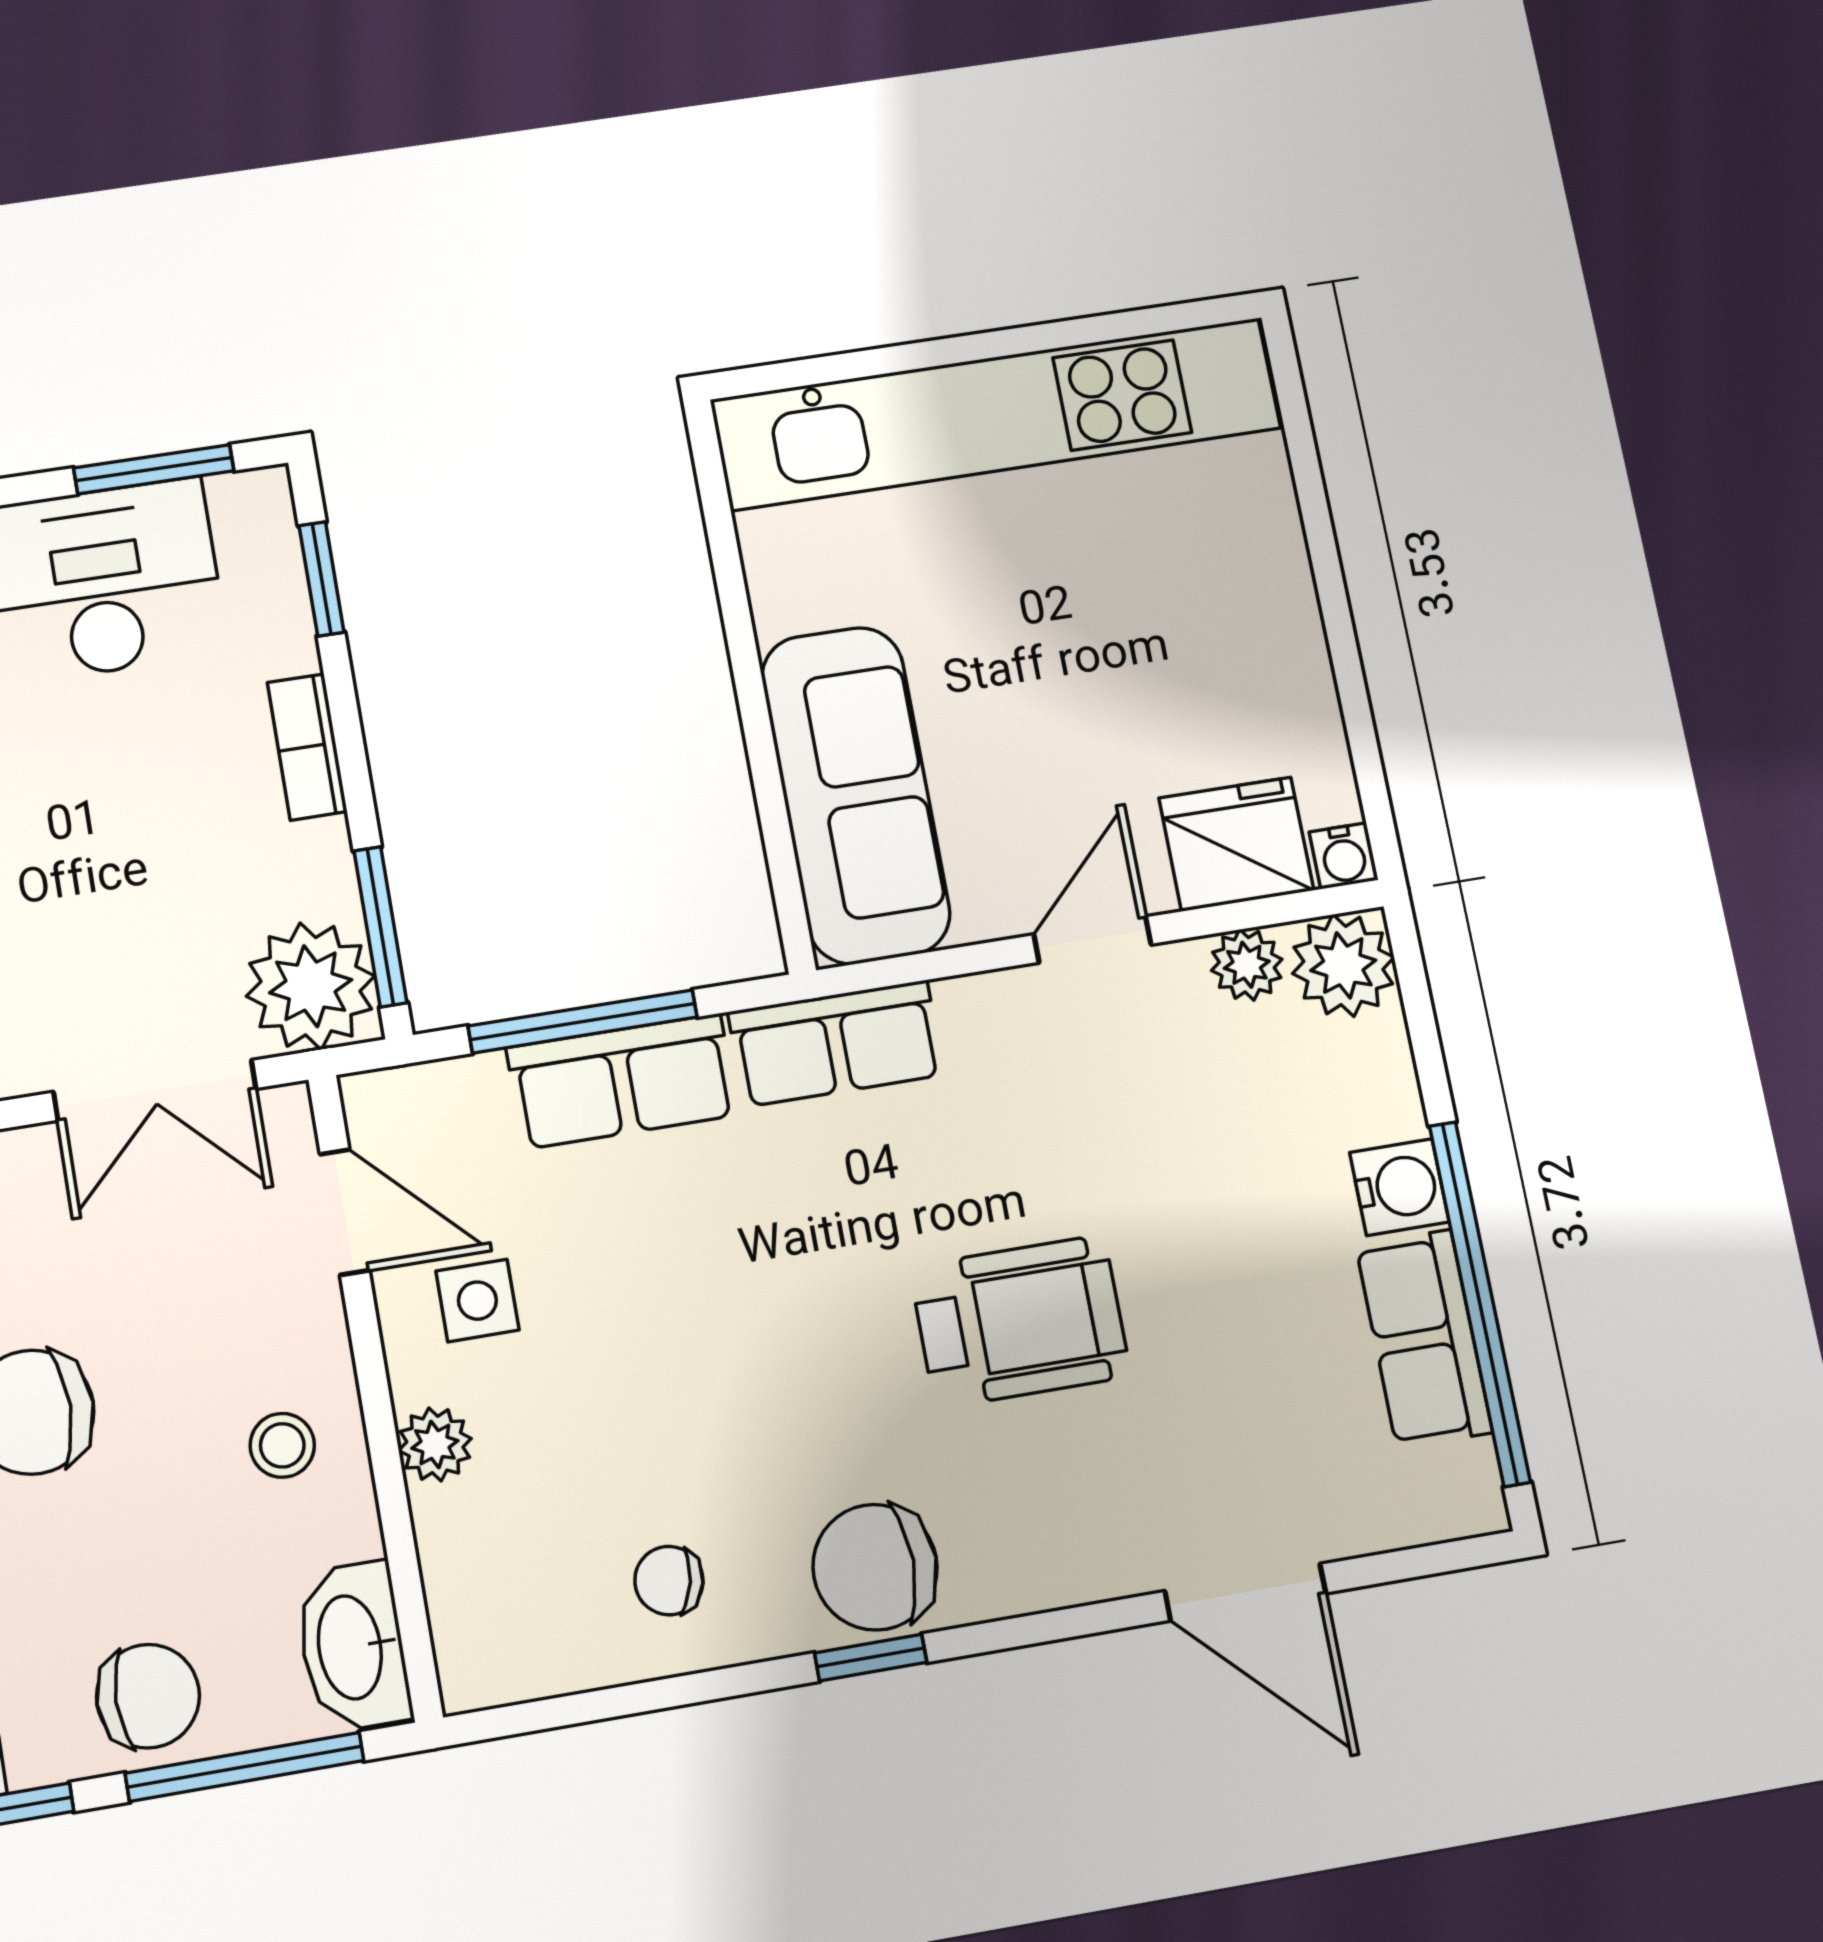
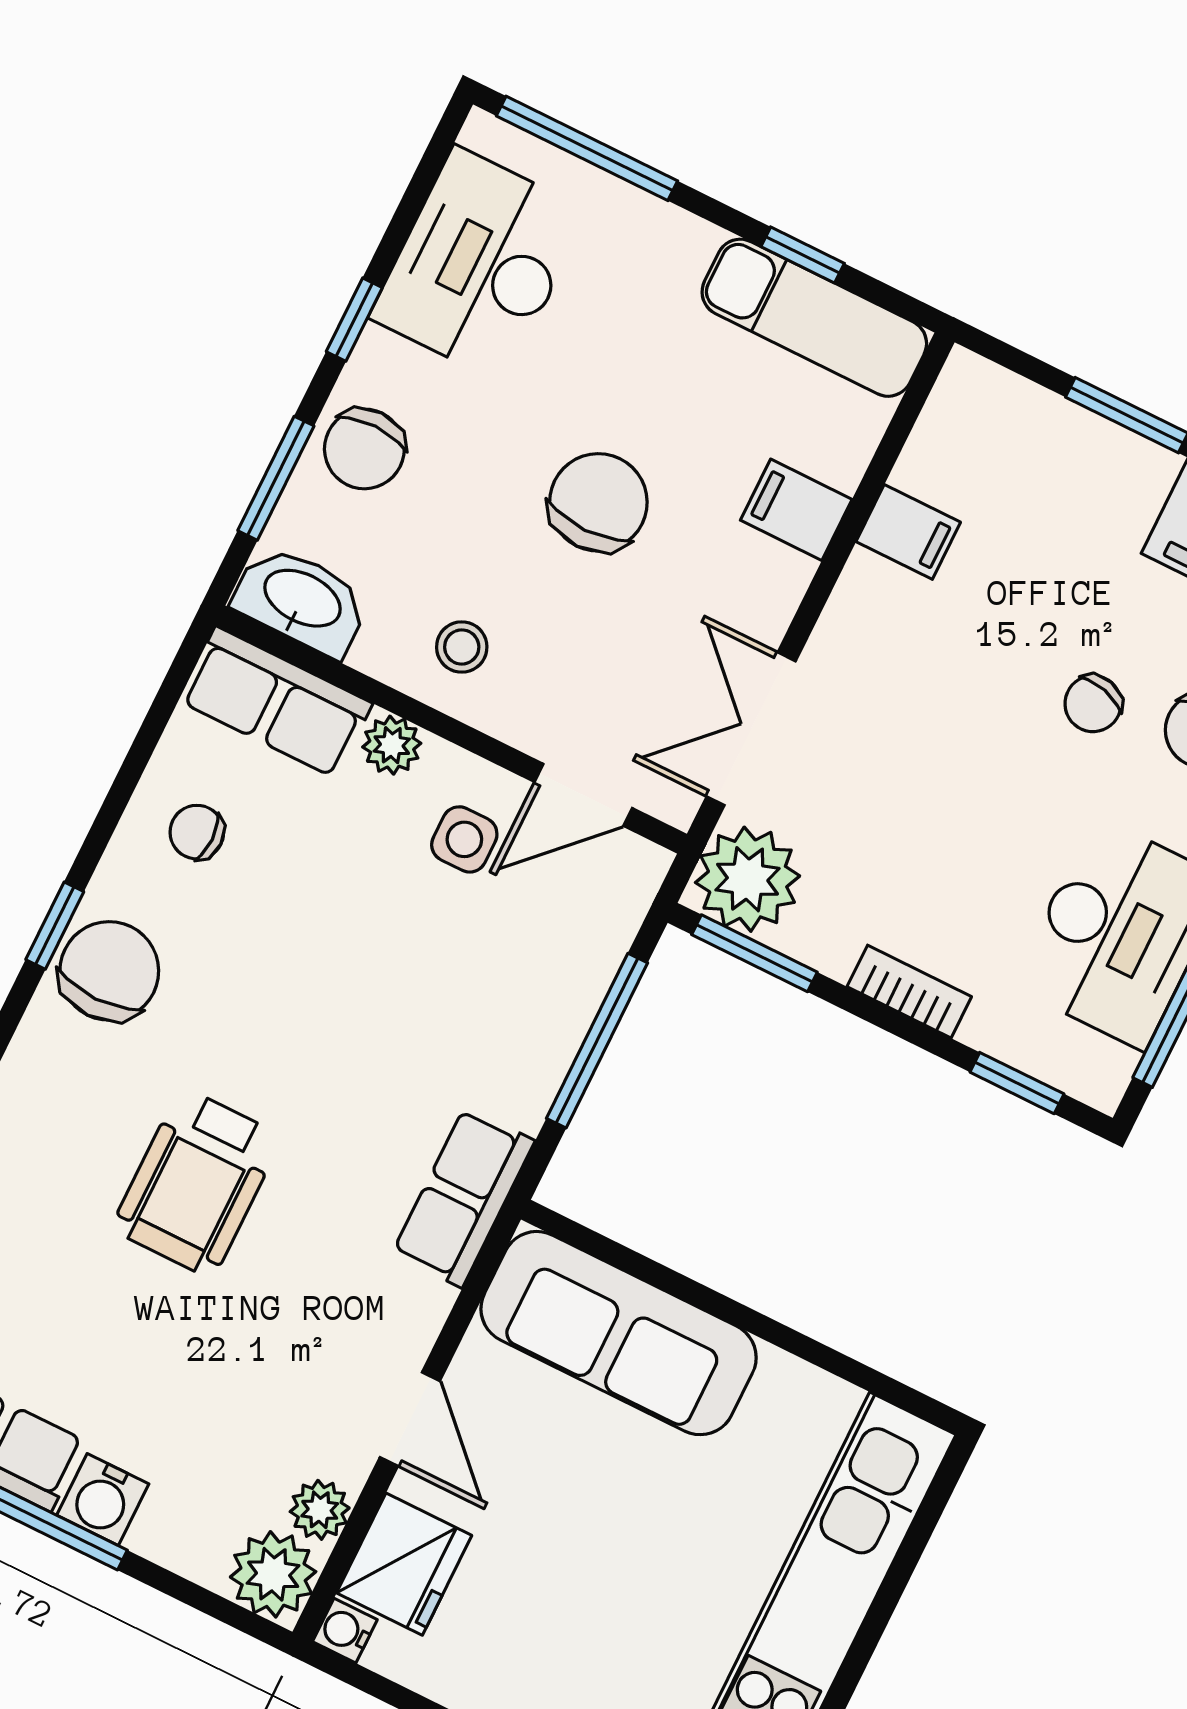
row of seats: (622, 1081) -> (276, 702), moved, turned -90
chair: (669, 1581) -> (197, 832), turned -103
window: (245, 1767) -> (276, 478), width x0.69

